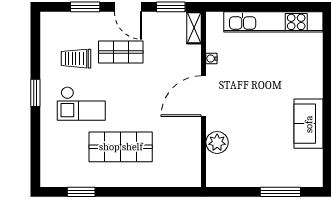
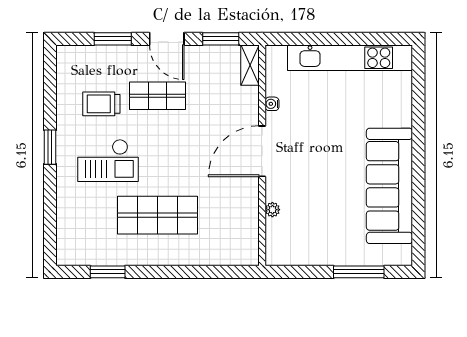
sofa: (309, 124) -> (389, 186), width x1.85, depth x1.27
plant: (217, 142) -> (272, 210), width x0.53, depth x0.53

